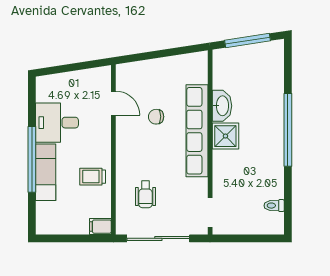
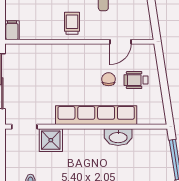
shower: (225, 136) -> (51, 140), moved
trolley: (93, 177) -> (72, 23), moved
wheelchair: (145, 194) -> (136, 80), moved

